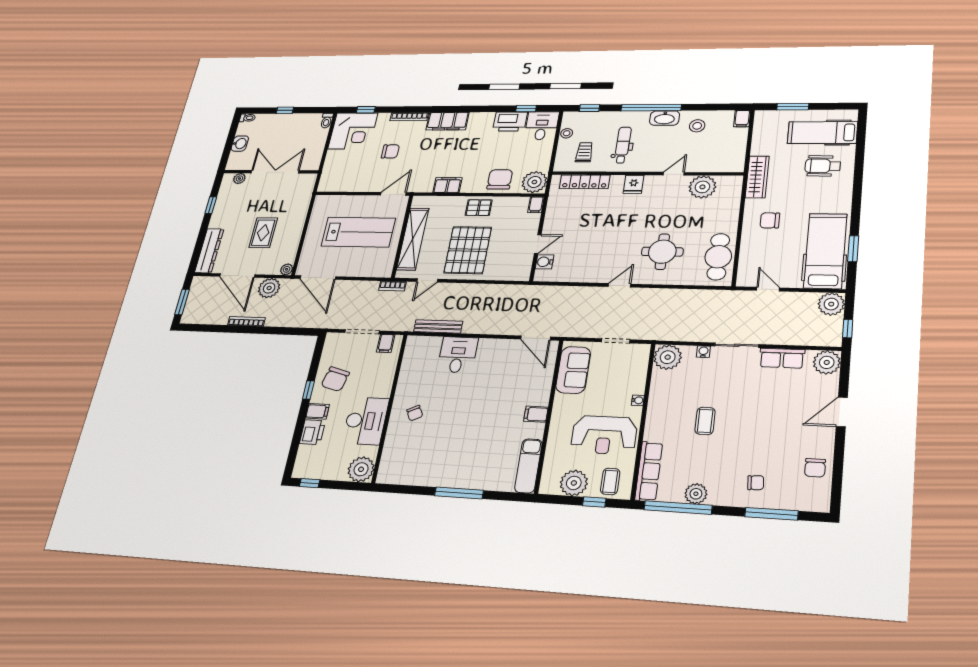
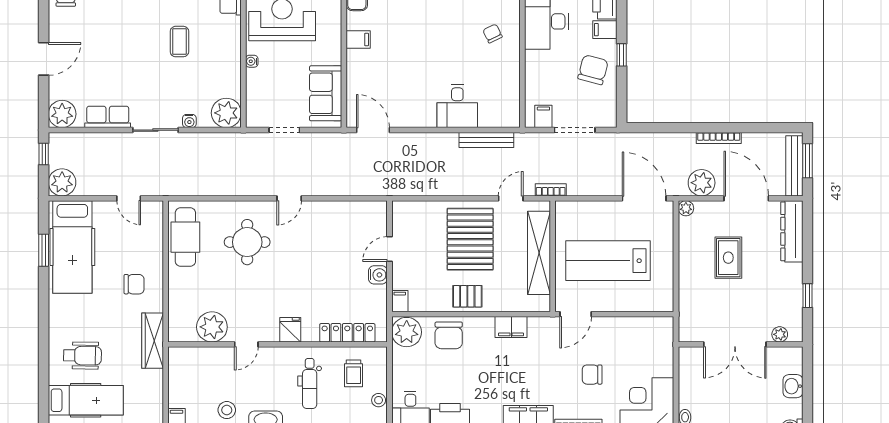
water cooler: (545, 262) -> (378, 275), moved
bench: (193, 298) -> (794, 166), added

